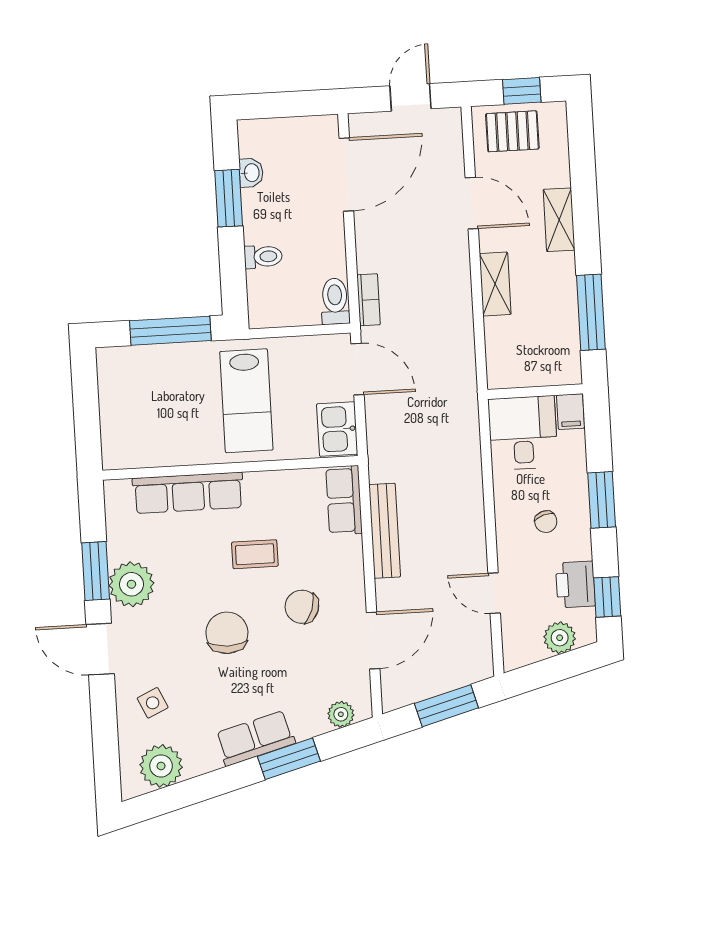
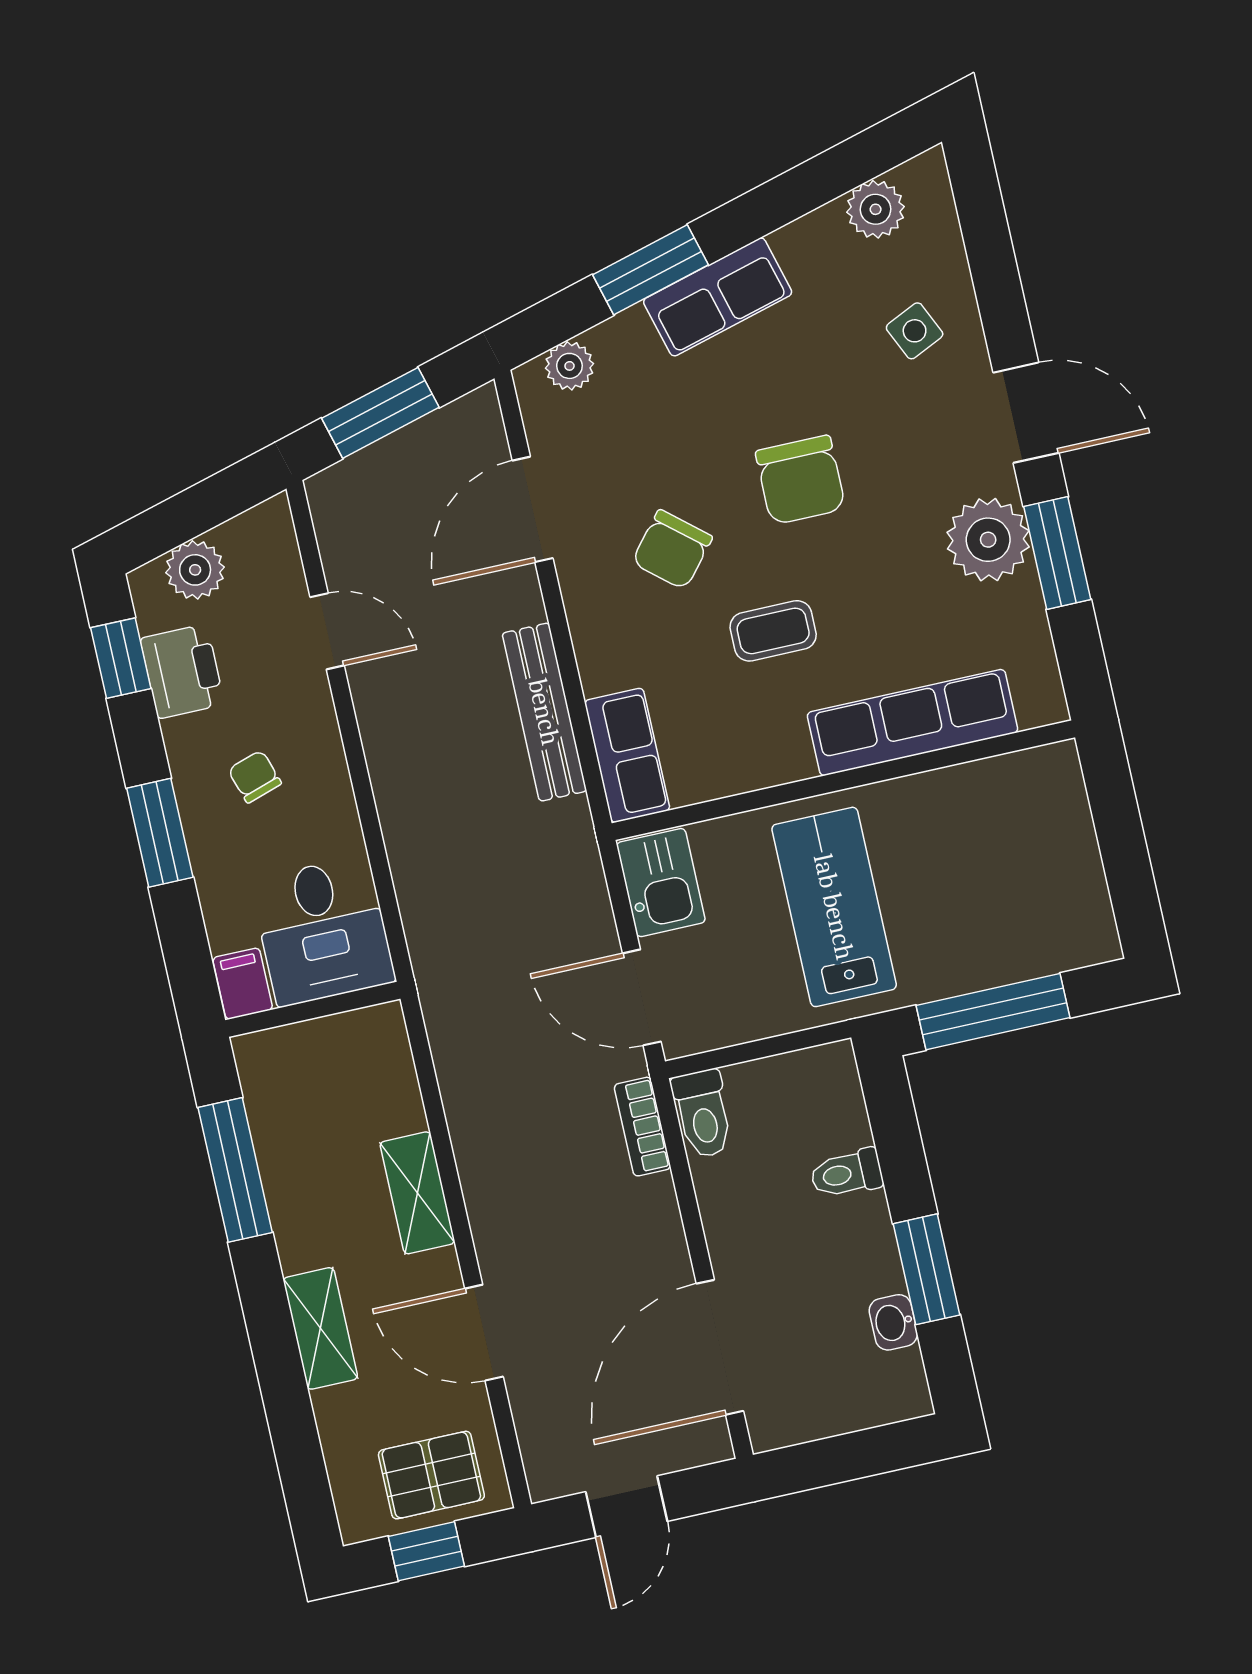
chair: (302, 607) -> (672, 550), turned 111
plant: (161, 766) -> (876, 209), width x0.73, depth x0.73

